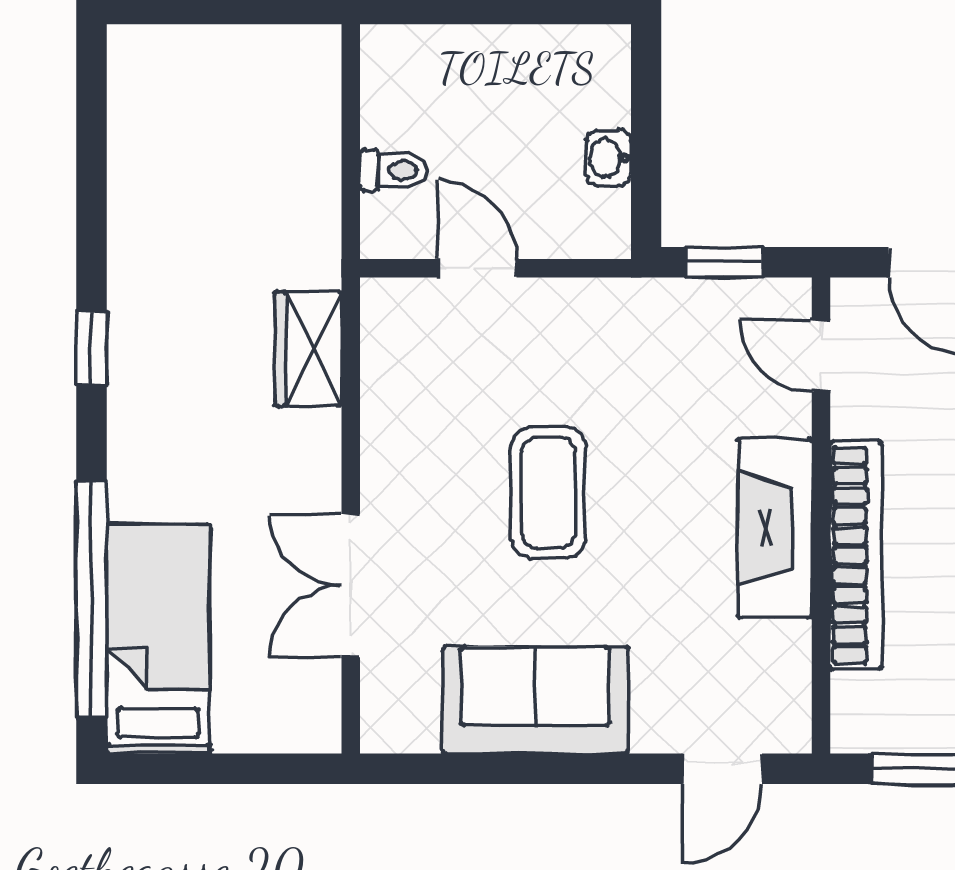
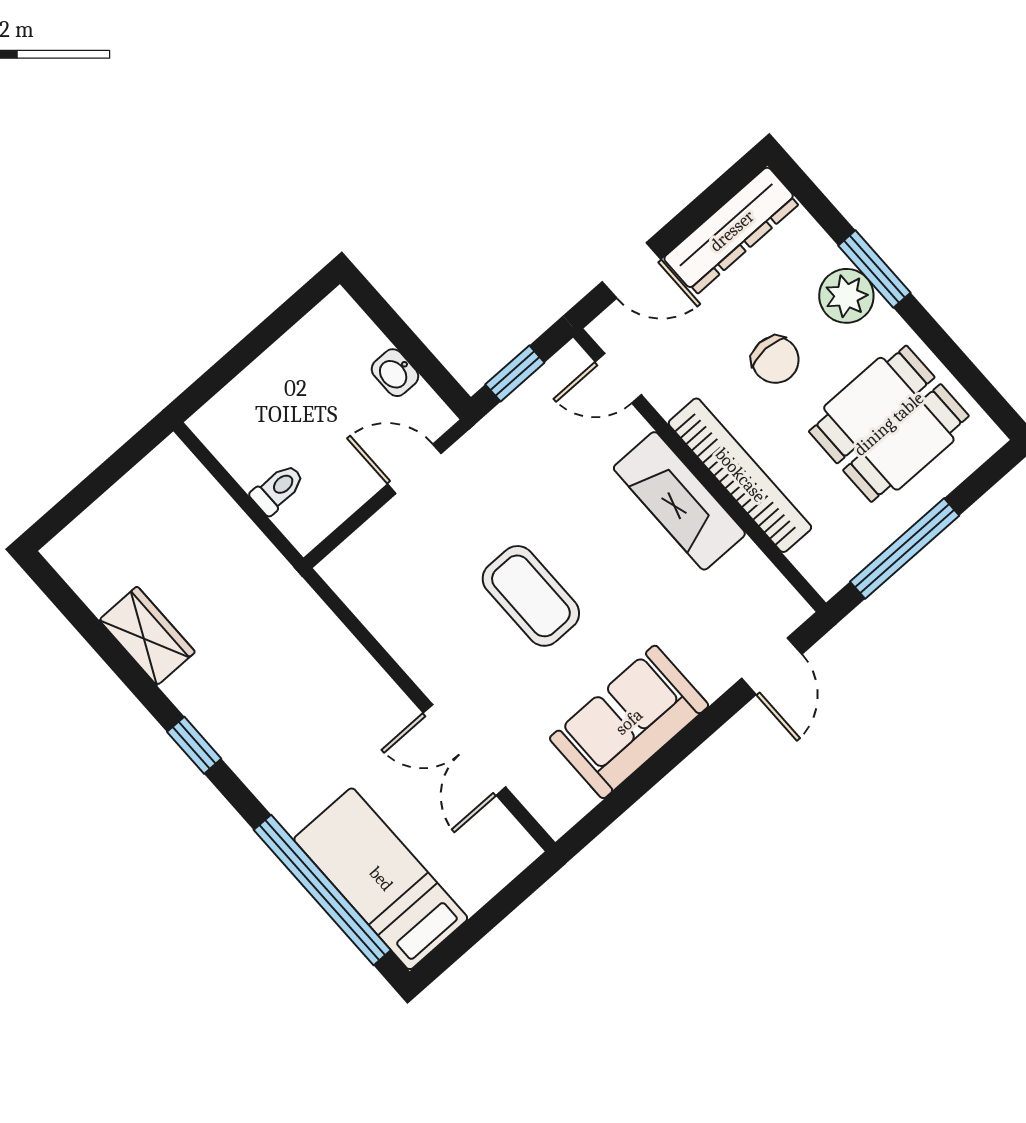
door: (477, 268) -> (414, 469), moved
wardrobe: (308, 349) -> (147, 636), moved, turned 180

